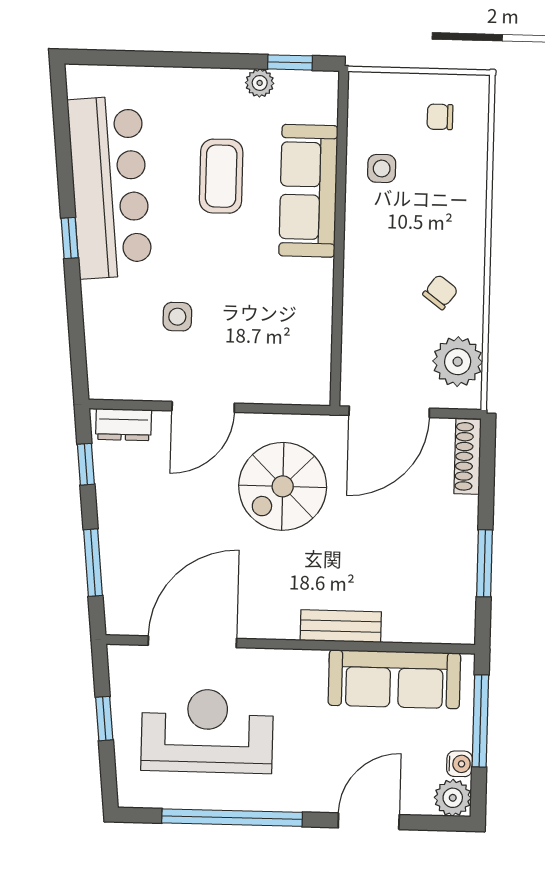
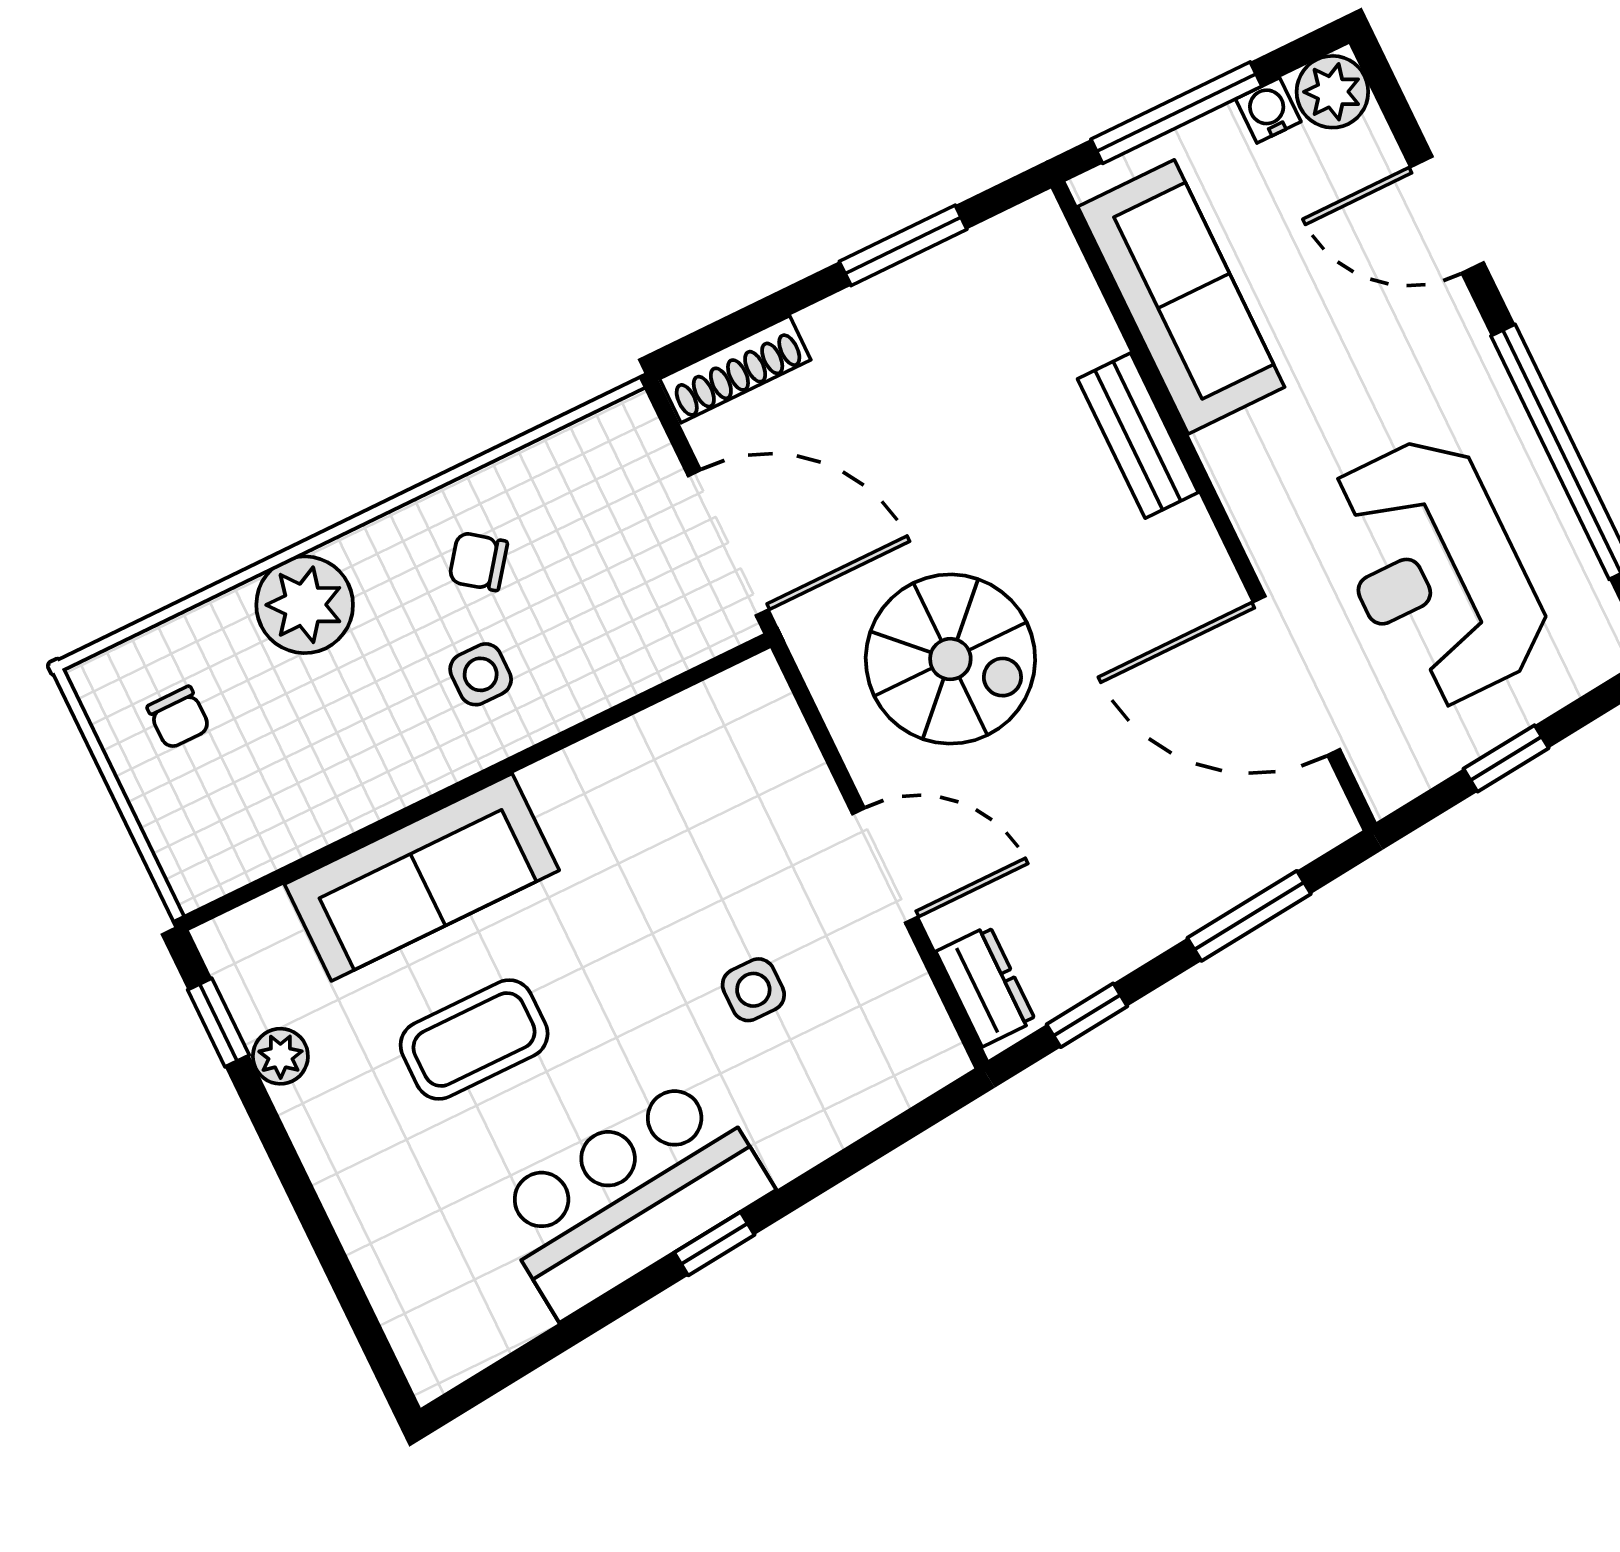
side table: (382, 168) -> (481, 674), moved
bar counter: (110, 187) -> (631, 1196), width x0.73
plant: (458, 362) -> (305, 605), moved

